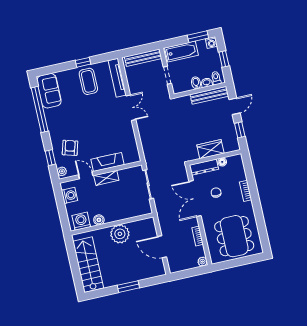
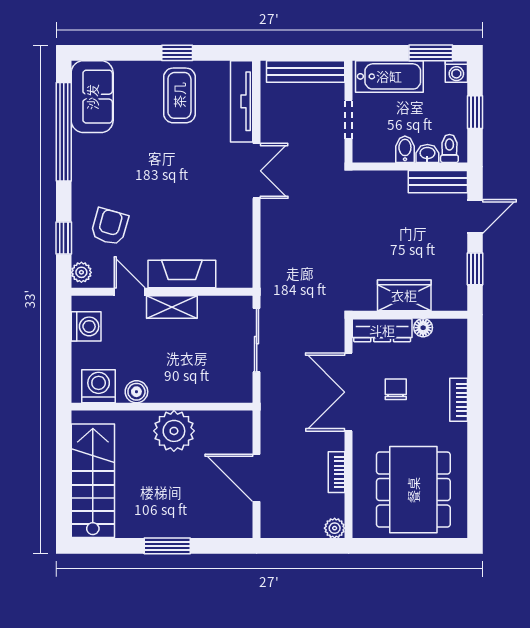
bench: (209, 95) -> (438, 182), width x0.73

